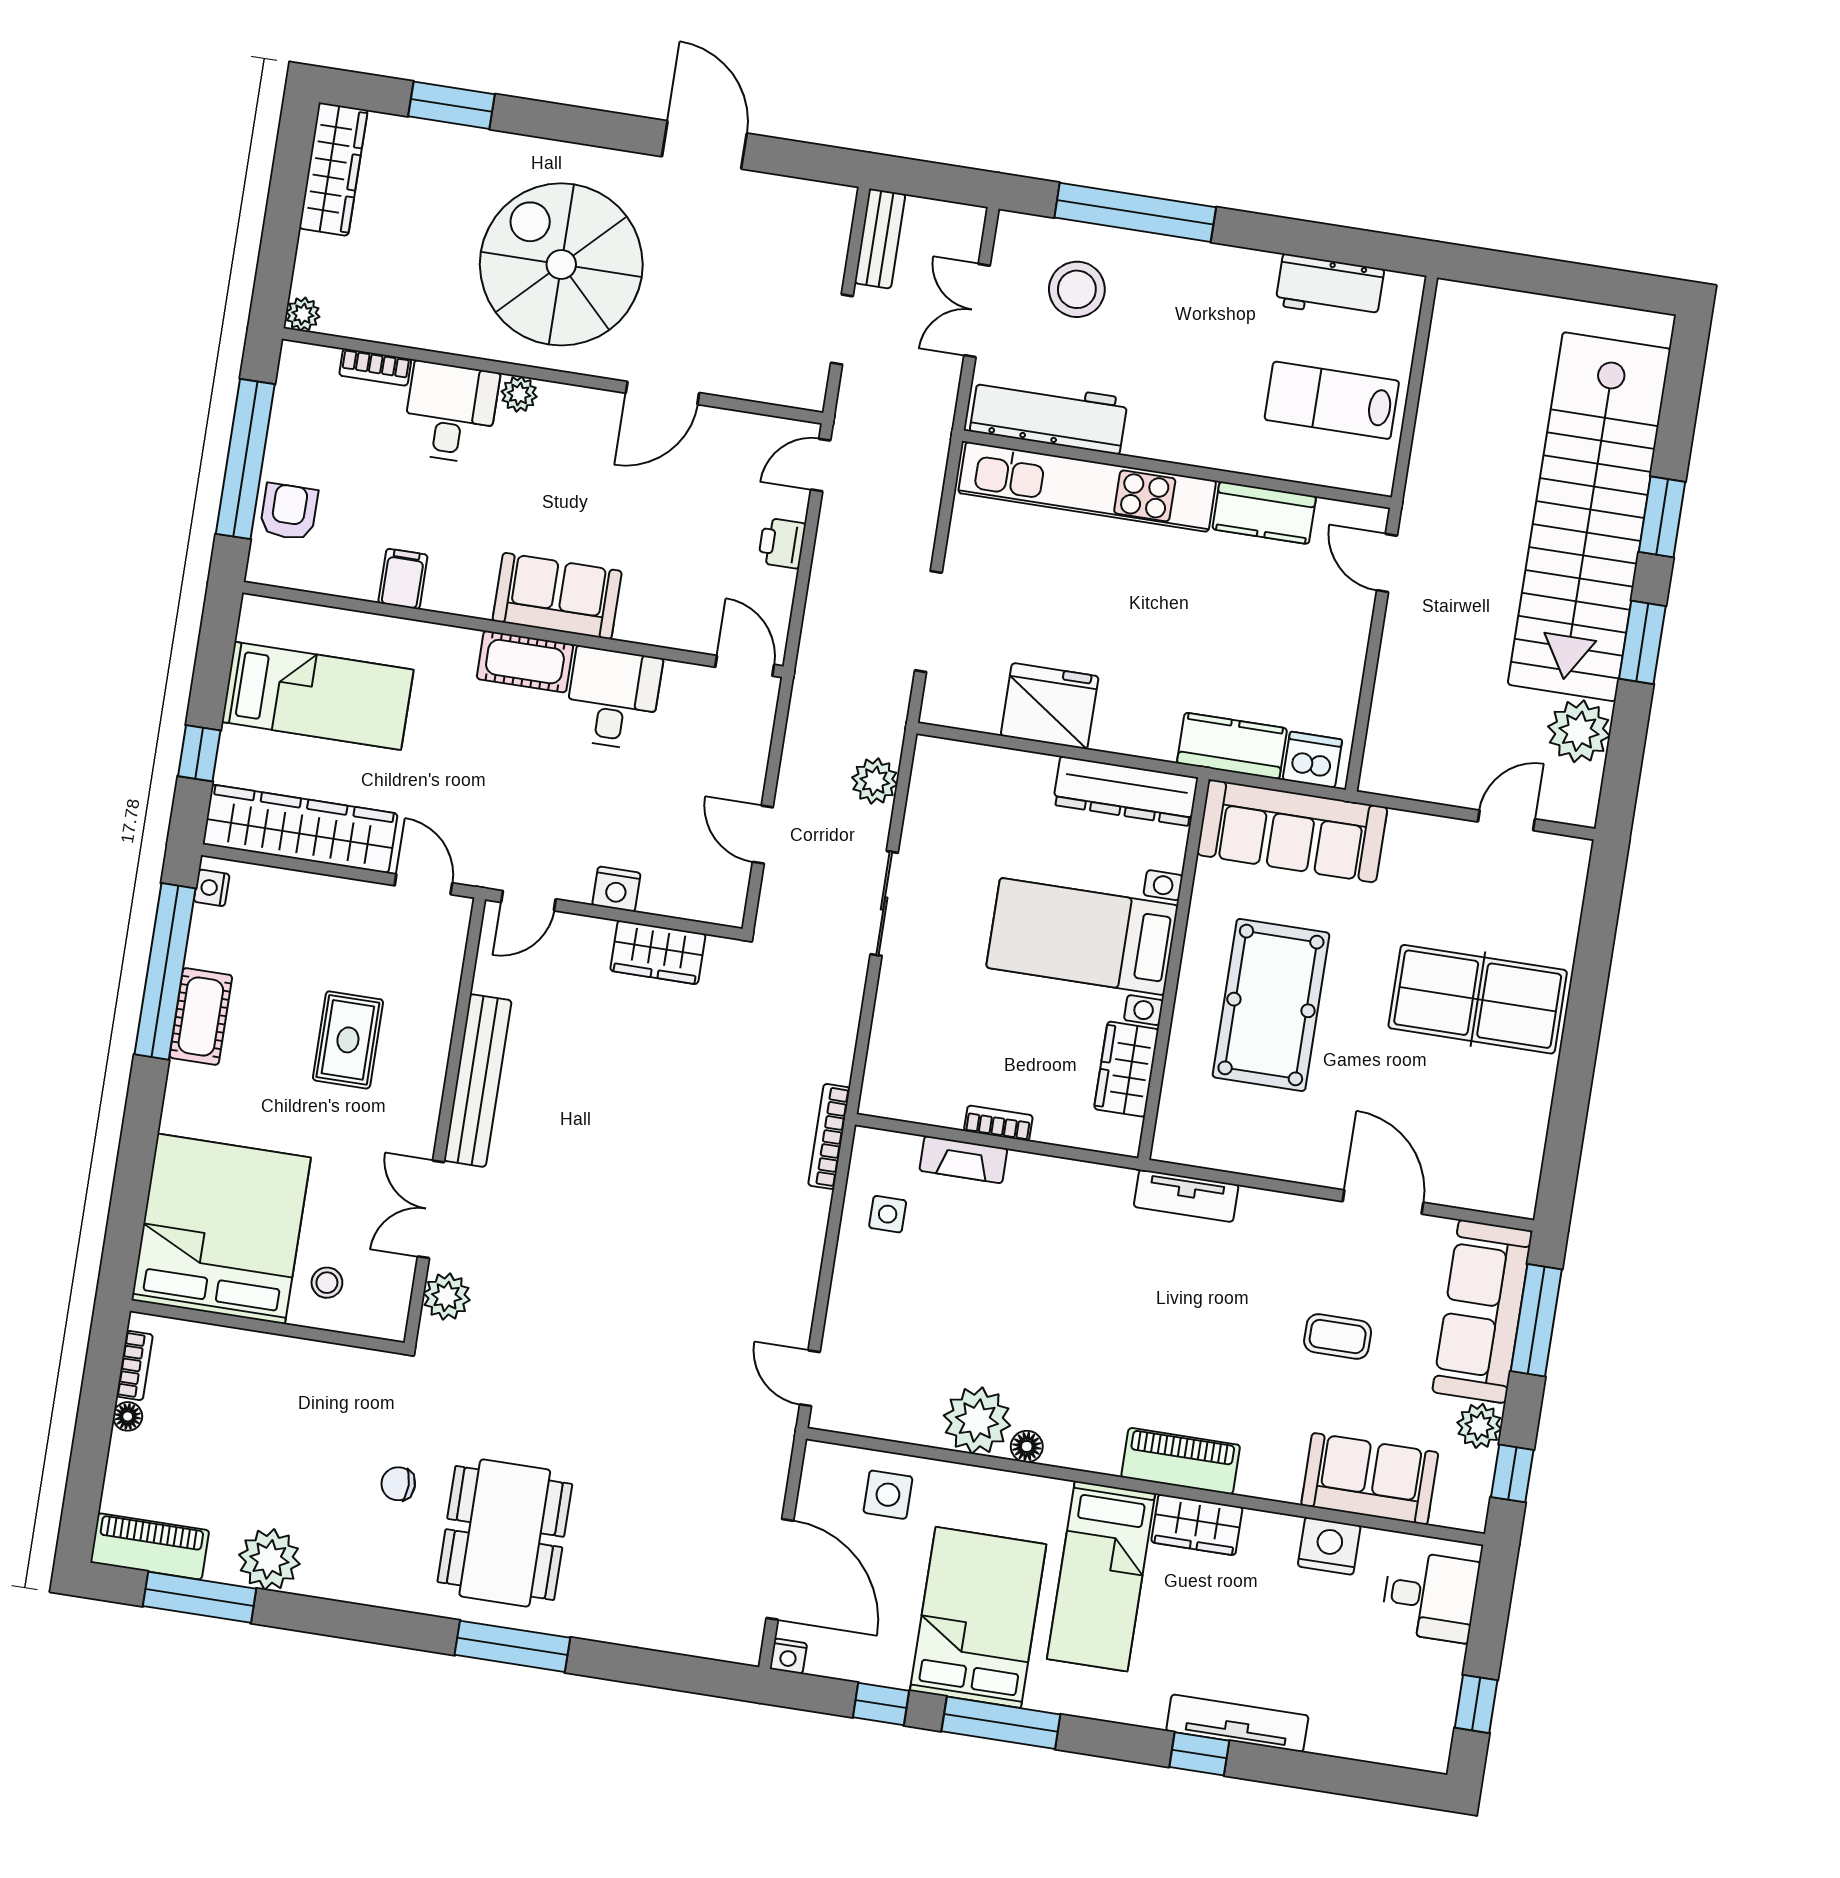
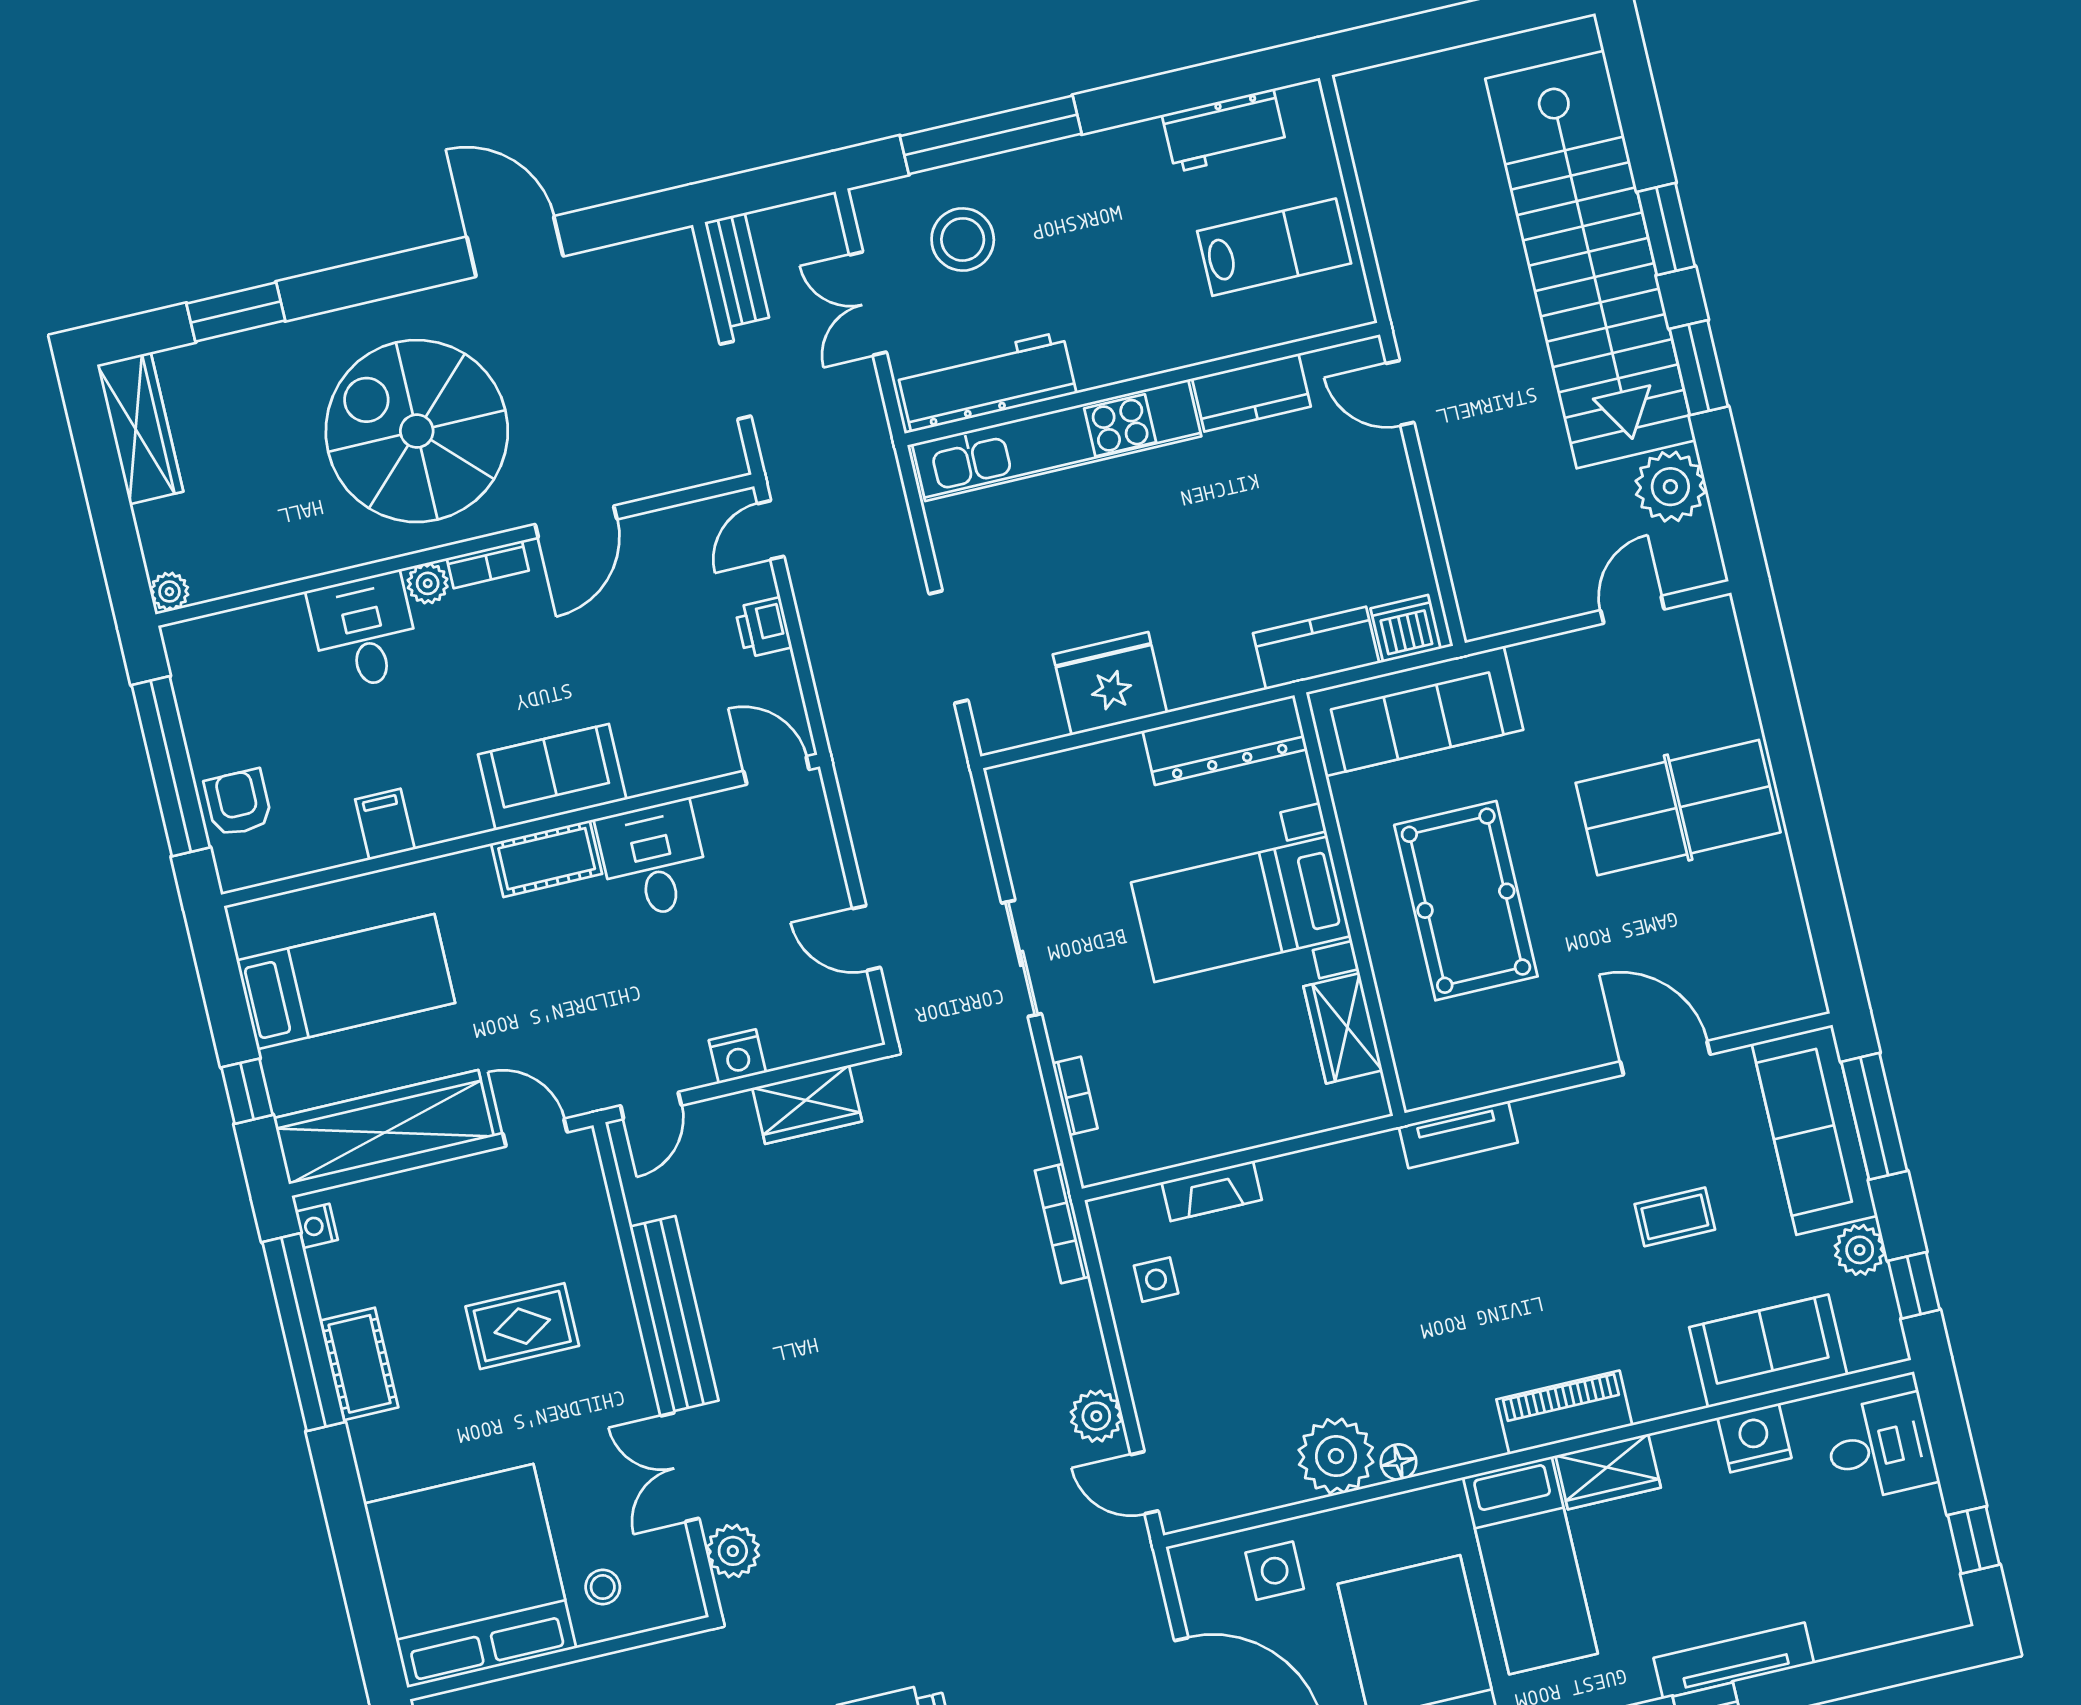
bookcase: (375, 367) -> (488, 564), moved
lab bench: (1332, 400) -> (1274, 247), turned 180
plant: (875, 781) -> (1096, 1416), moved
rug: (348, 1040) -> (522, 1326), turned 90
bookcase: (998, 1123) -> (1075, 1096), moved, turned 90

